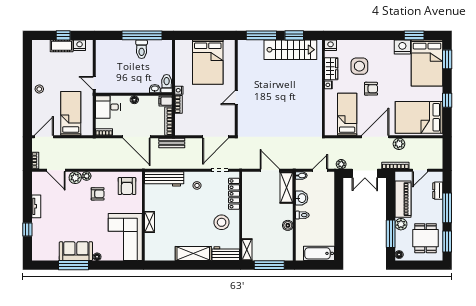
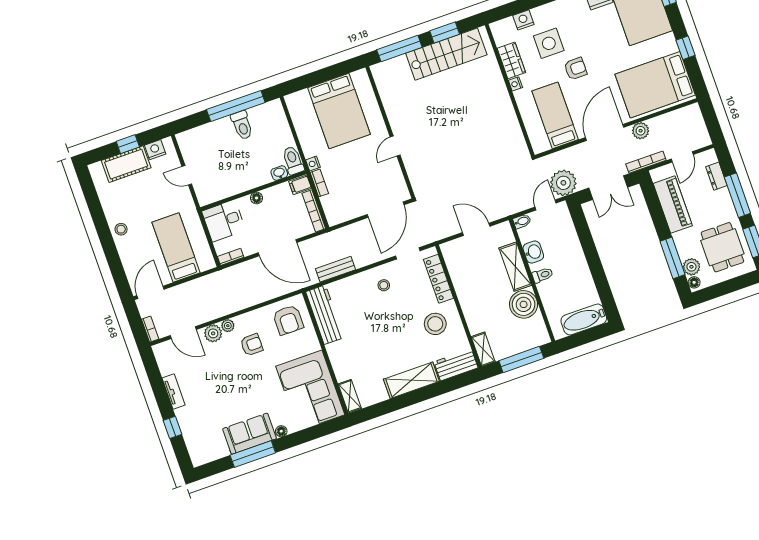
nightstand: (331, 45) -> (523, 20), moved
cot: (62, 46) -> (126, 164), width x1.37, depth x1.34
door: (94, 83) -> (187, 175), moved
bench: (172, 143) -> (336, 269), moved
plant: (341, 164) -> (563, 183), width x1.87, depth x1.87
workbench: (164, 179) -> (325, 315), moved, turned -90
shelving: (287, 188) -> (515, 267), moved
shelving: (150, 222) -> (350, 396), moved
plant: (401, 224) -> (691, 267), moved
boiler: (288, 225) -> (524, 304), width x1.86, depth x1.86

